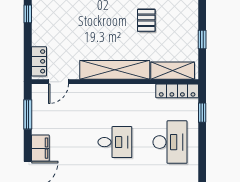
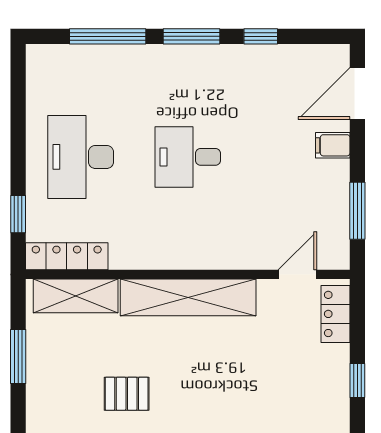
window: (28, 14) -> (357, 380), moved
pallet: (146, 20) -> (127, 394), turned 90
window: (202, 39) -> (18, 356), width x1.50
filing cabinet: (40, 148) -> (333, 145), width x0.50

